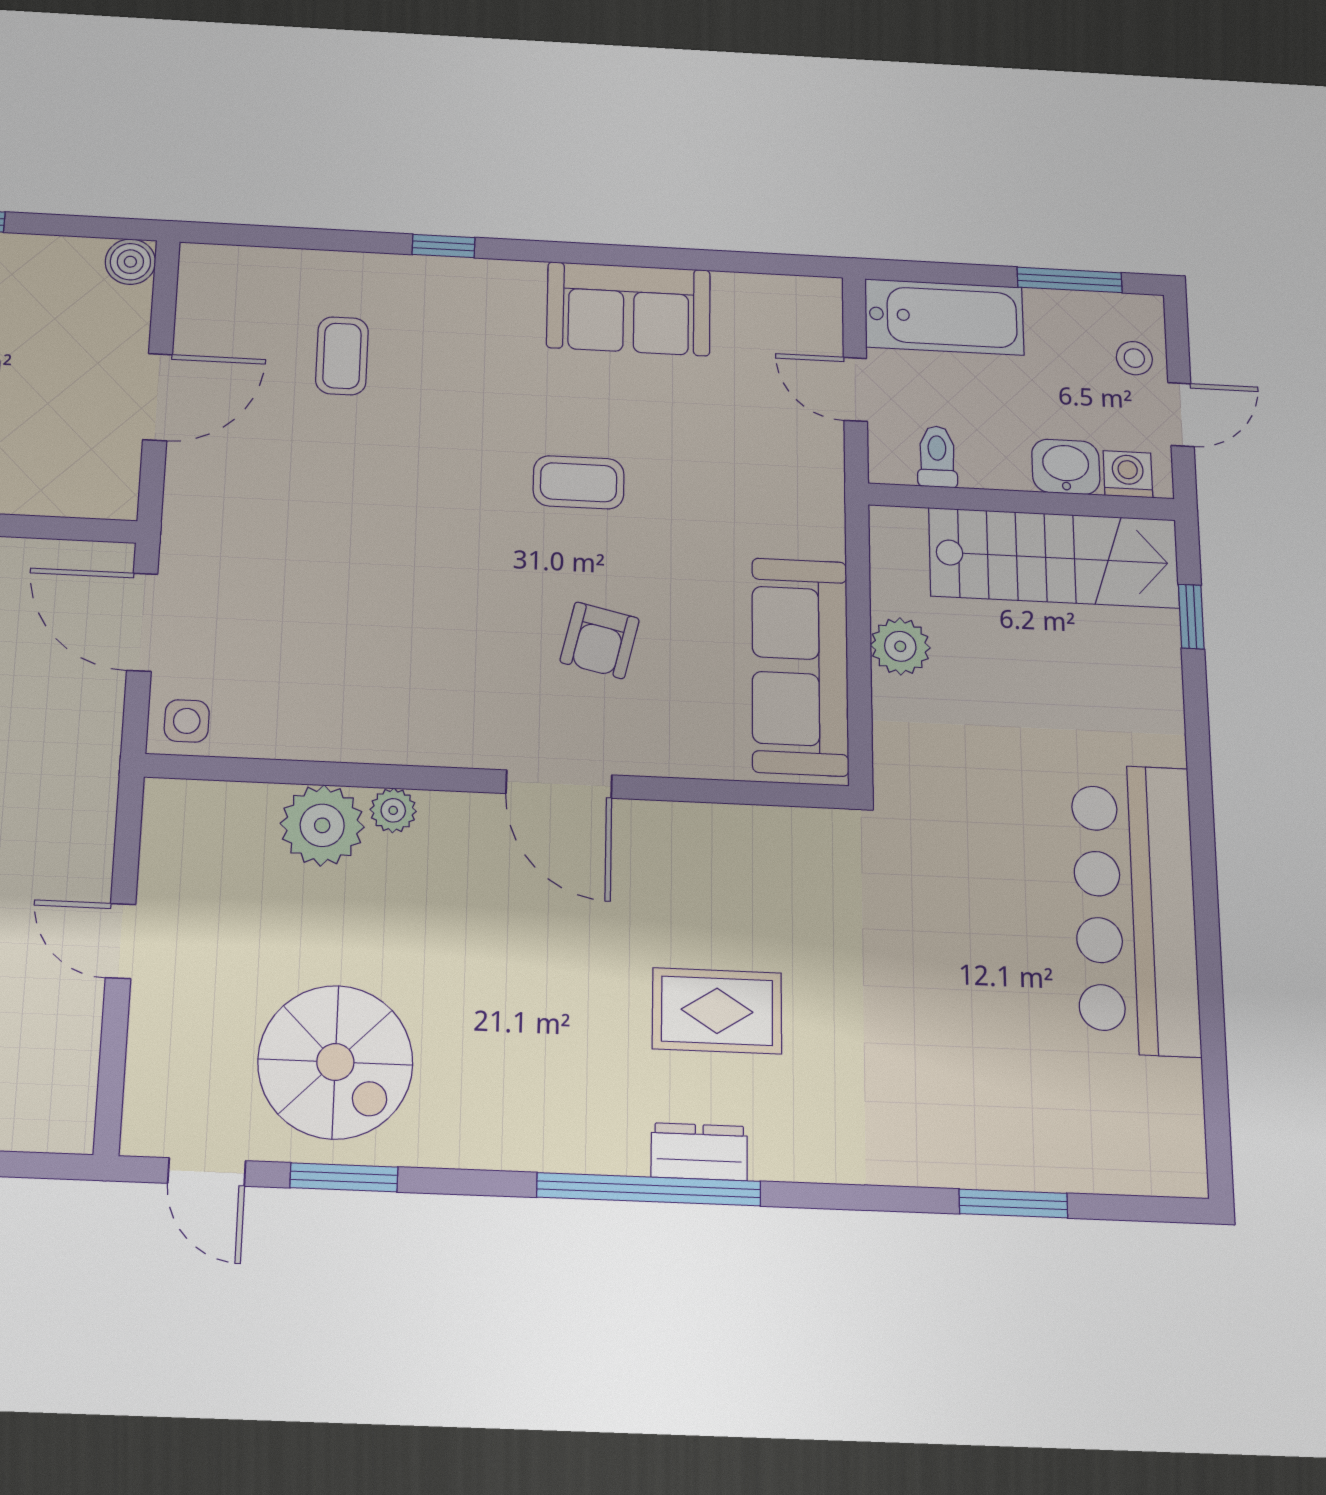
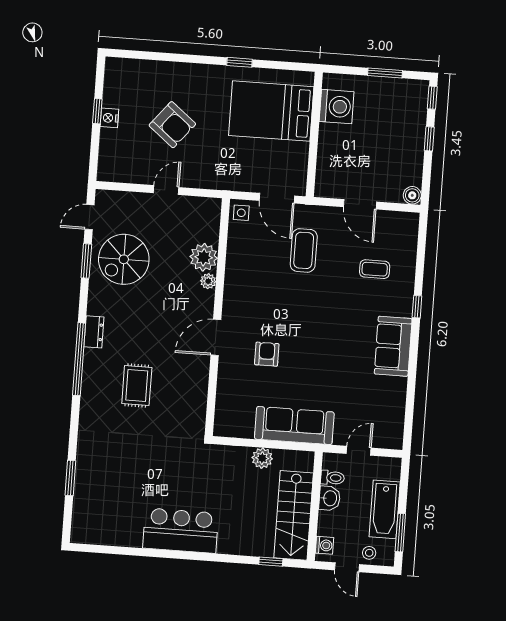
sofa: (629, 309) -> (393, 346), moved
bathtub: (944, 317) -> (385, 509), moved
washbasin: (1066, 467) -> (330, 498), moved
coffee table: (579, 482) -> (304, 250), moved, width x1.36, depth x1.30
door: (142, 622) -> (277, 198), swing flipped
armchair: (600, 640) -> (267, 354), turned 77
sofa: (800, 666) -> (294, 426), moved
bar counter: (1135, 908) -> (181, 531), width x0.73
dresser: (699, 1152) -> (94, 332), moved

